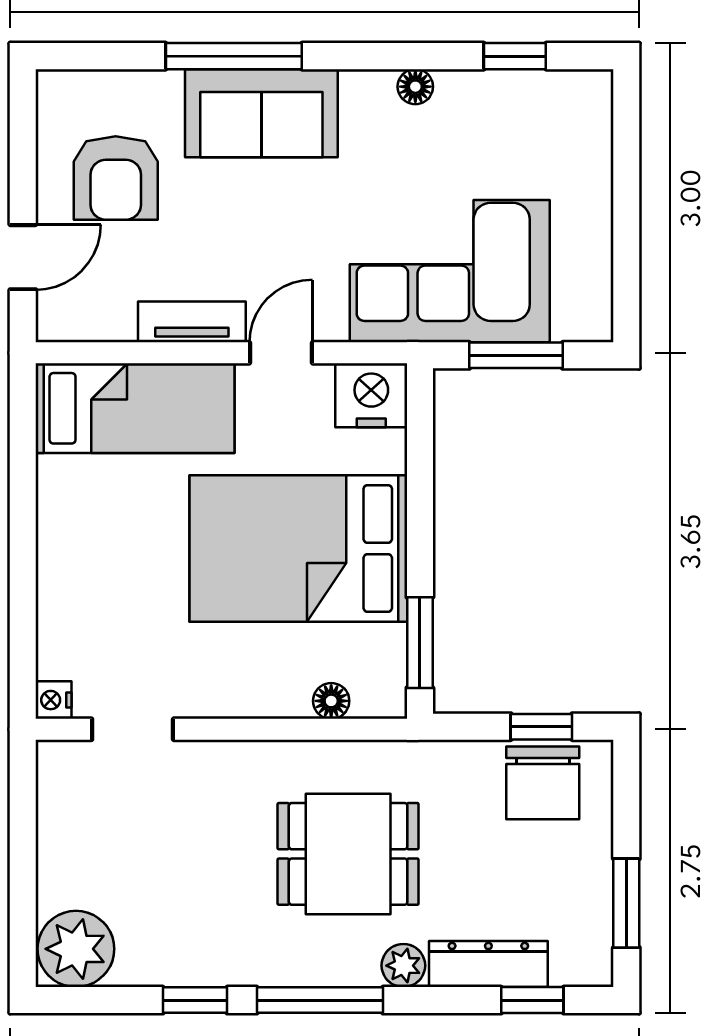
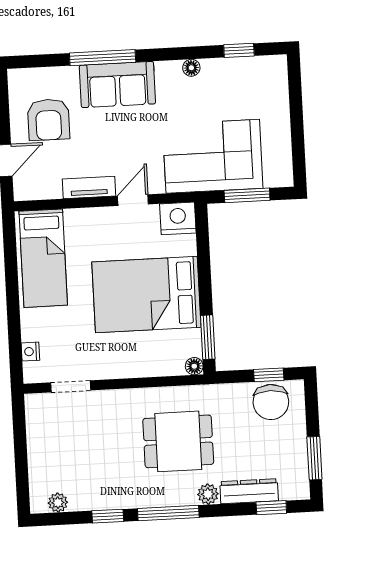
bed: (135, 408) -> (43, 258), moved, turned 90
nightstand: (54, 700) -> (30, 352), moved
floor lamp: (331, 701) -> (194, 366), moved
plant: (76, 949) -> (58, 503), width x0.53, depth x0.53

